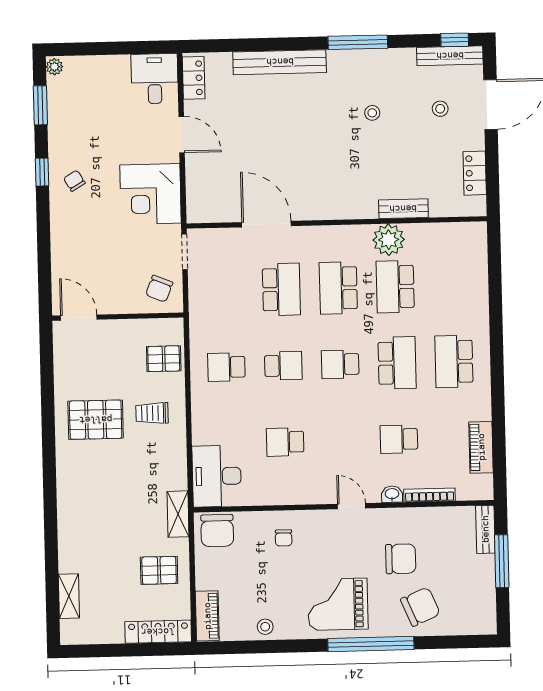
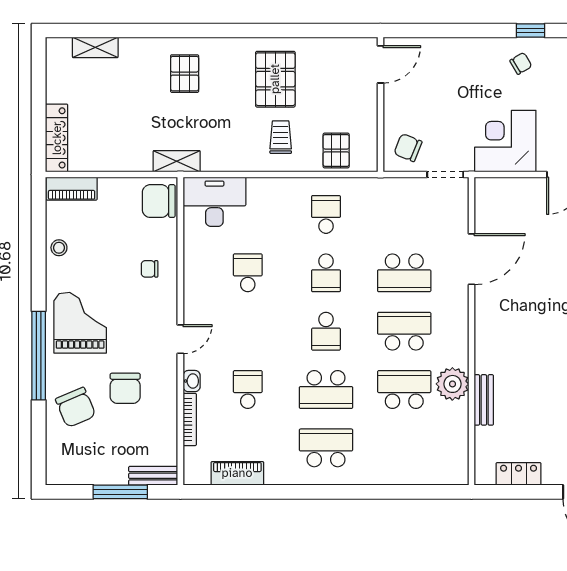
school desk: (340, 364) -> (326, 331), turned 180
pallet: (159, 570) -> (185, 74), moved

